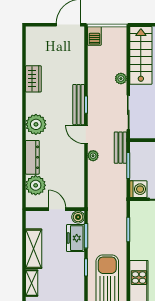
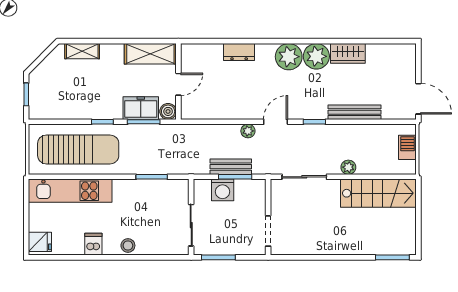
barbecue: (94, 36) -> (407, 147), moved, turned 90
bench: (79, 105) -> (355, 112), moved
bench: (120, 148) -> (231, 167), moved
dresser: (32, 157) -> (239, 52), width x0.70
plant: (36, 185) -> (316, 56), moved
washing machine: (138, 189) -> (223, 190), moved
shelving: (34, 249) -> (150, 54), moved

